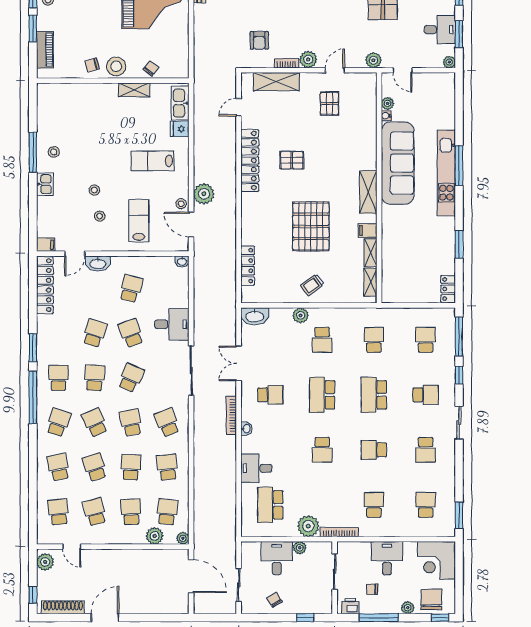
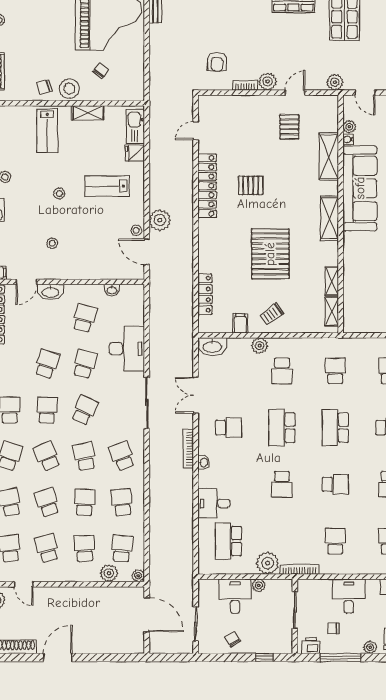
chair: (151, 68) -> (101, 71), moved
shelving: (276, 82) -> (329, 157), moved, turned 90
stool: (94, 190) -> (59, 194), moved
lab bench: (139, 221) -> (47, 131), moved, turned 180
filing cabinet: (368, 231) -> (240, 323), moved, turned 90
washbasin: (182, 262) -> (112, 290), moved
desk: (172, 324) -> (127, 349), width x1.37
school desk: (131, 333) -> (85, 364), turned 36
school desk: (374, 450) -> (335, 484), turned 180

